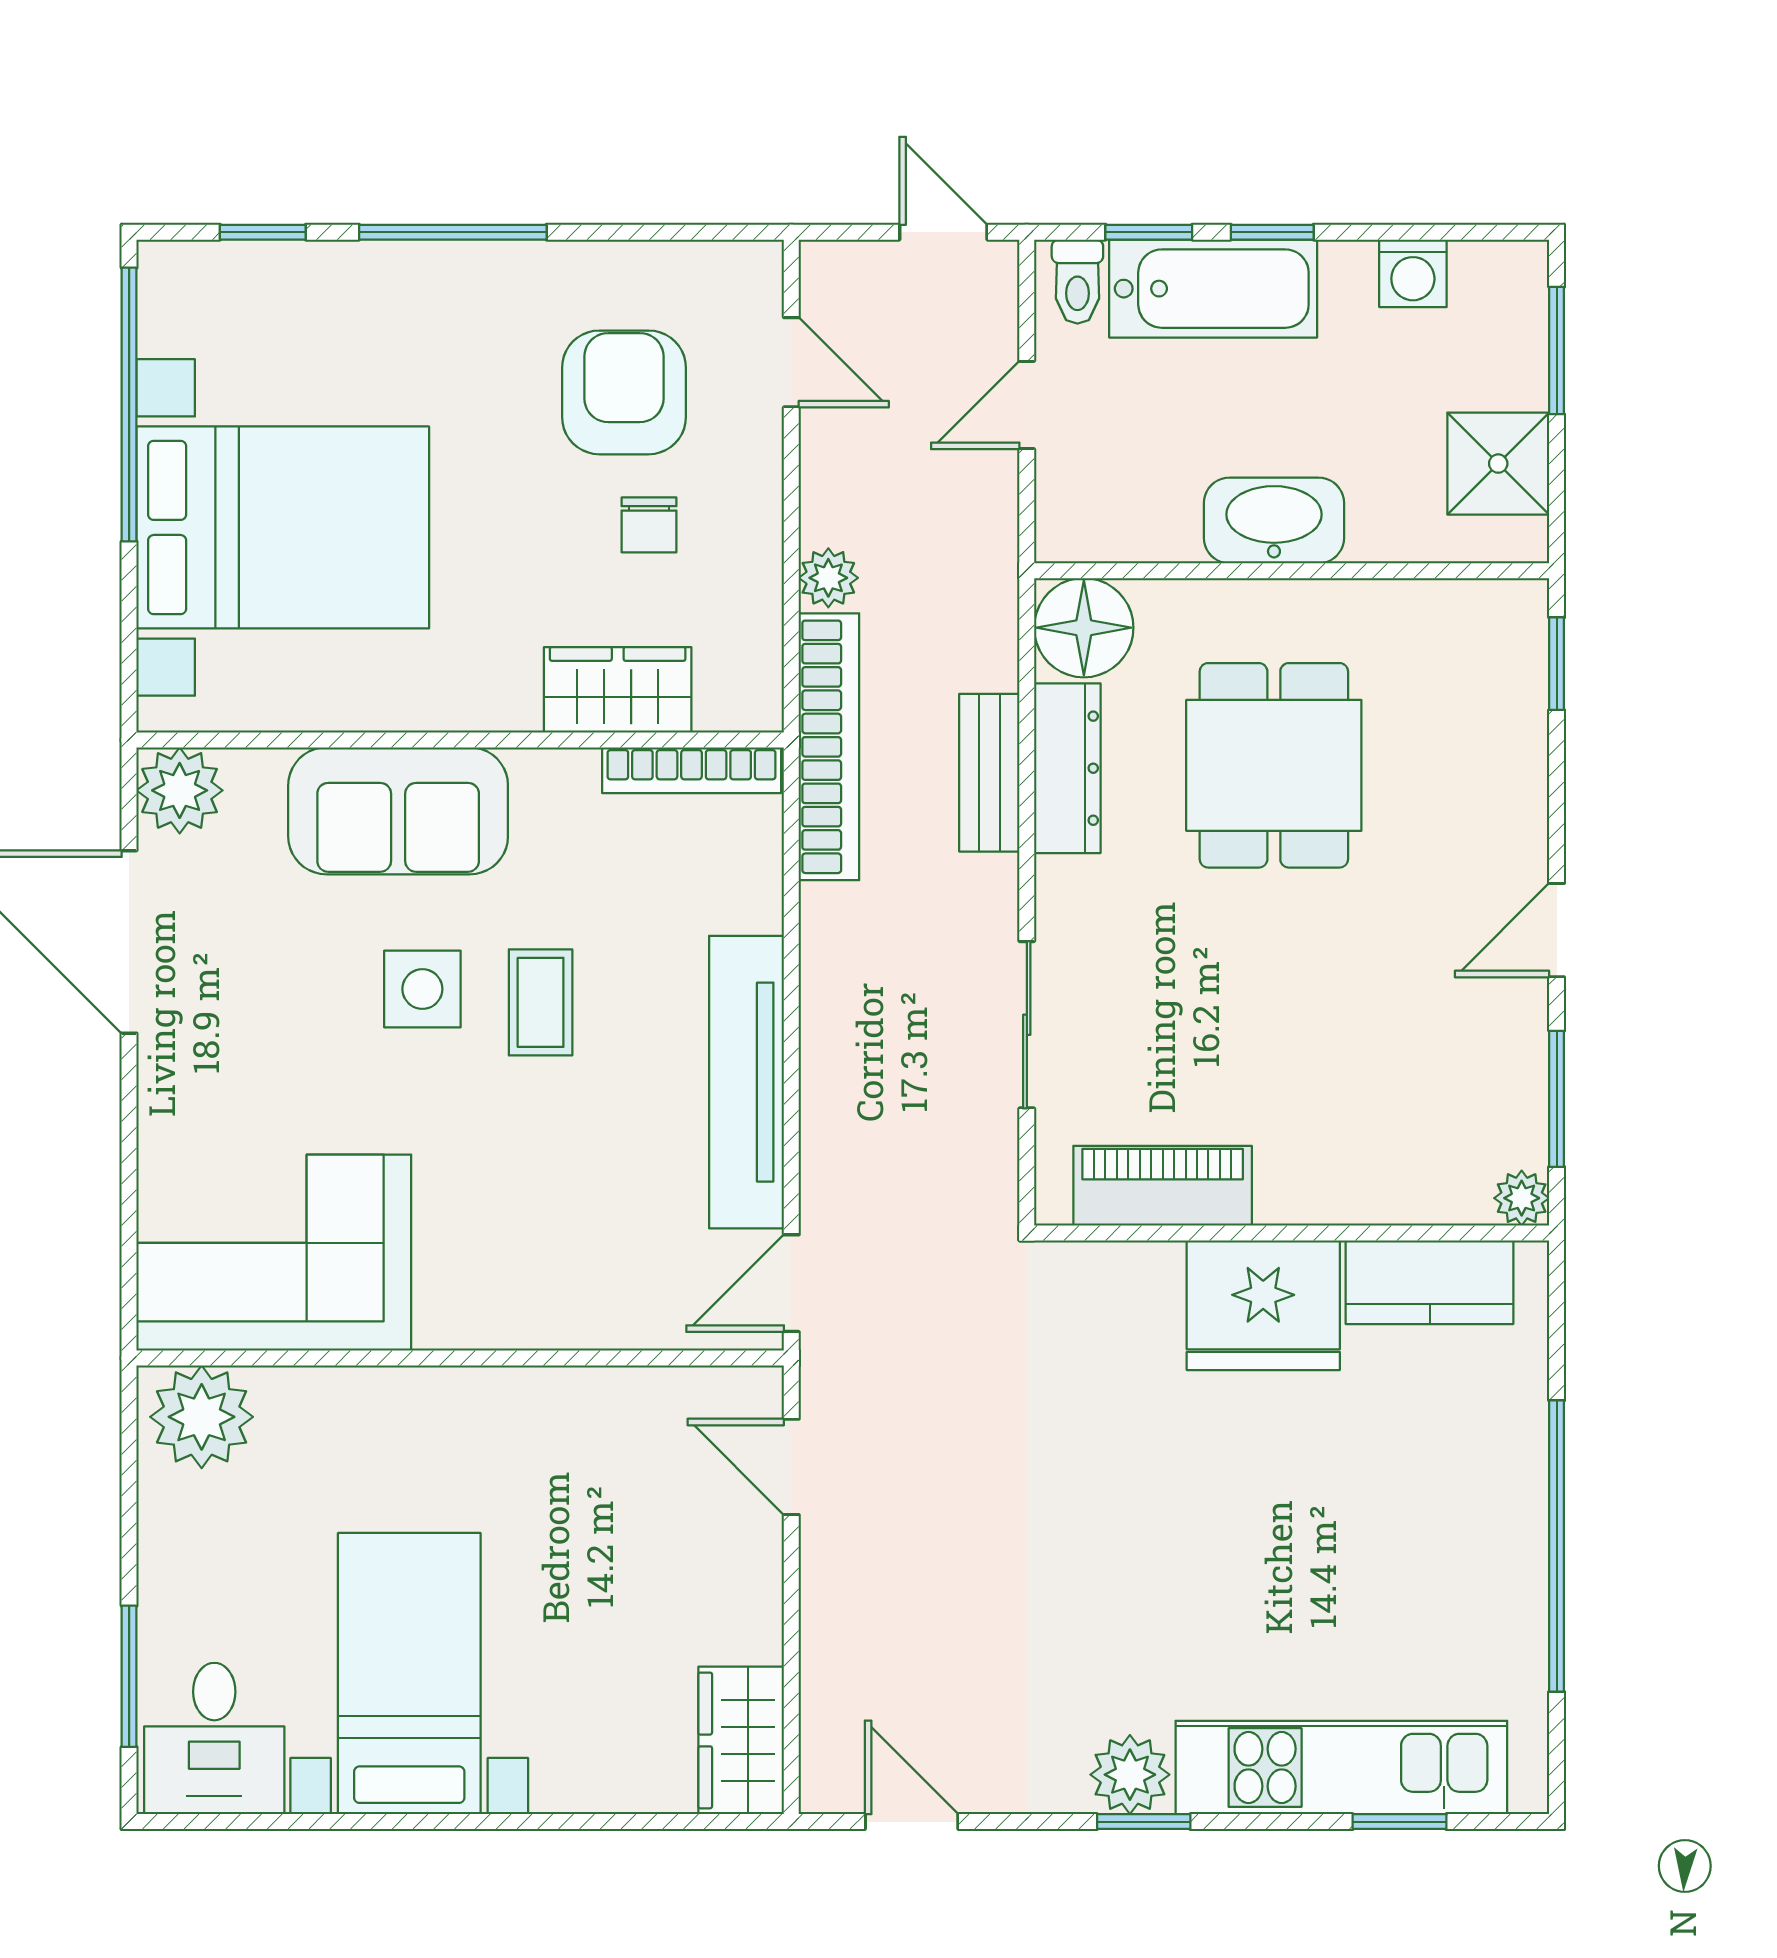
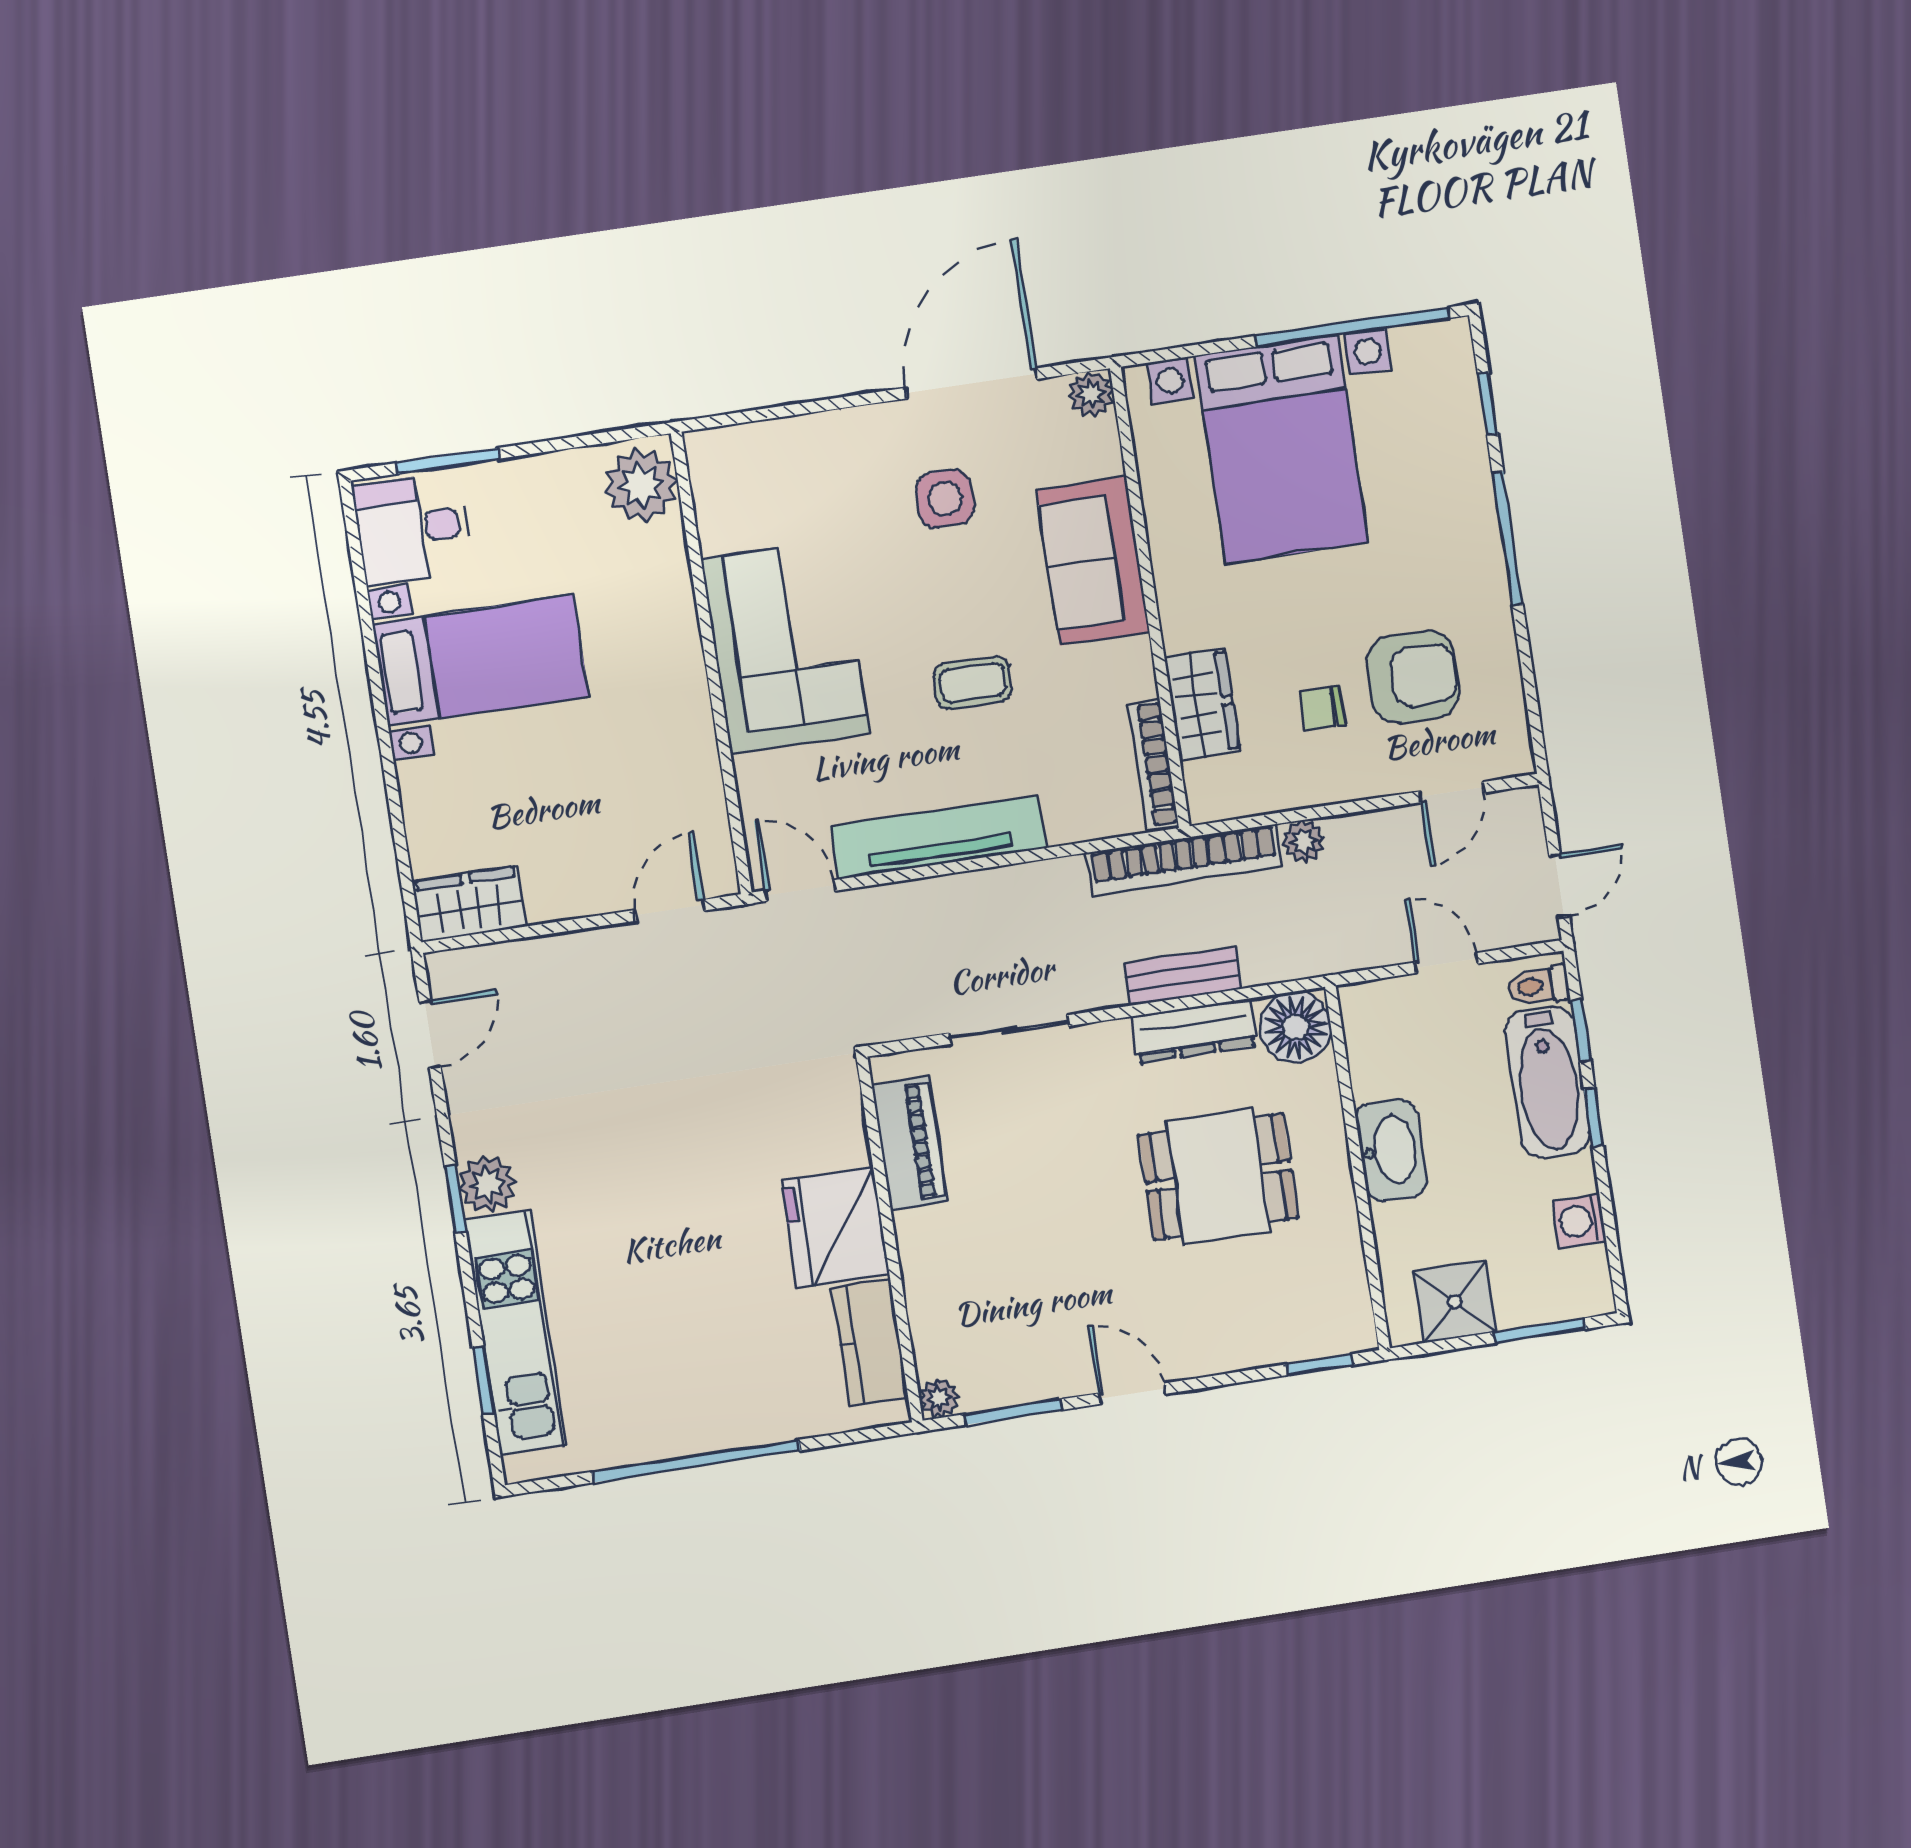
plant: (180, 790) -> (1091, 394), width x0.73, depth x0.73
side table: (422, 989) -> (945, 499), moved
corner sofa: (274, 1253) -> (785, 647), moved

